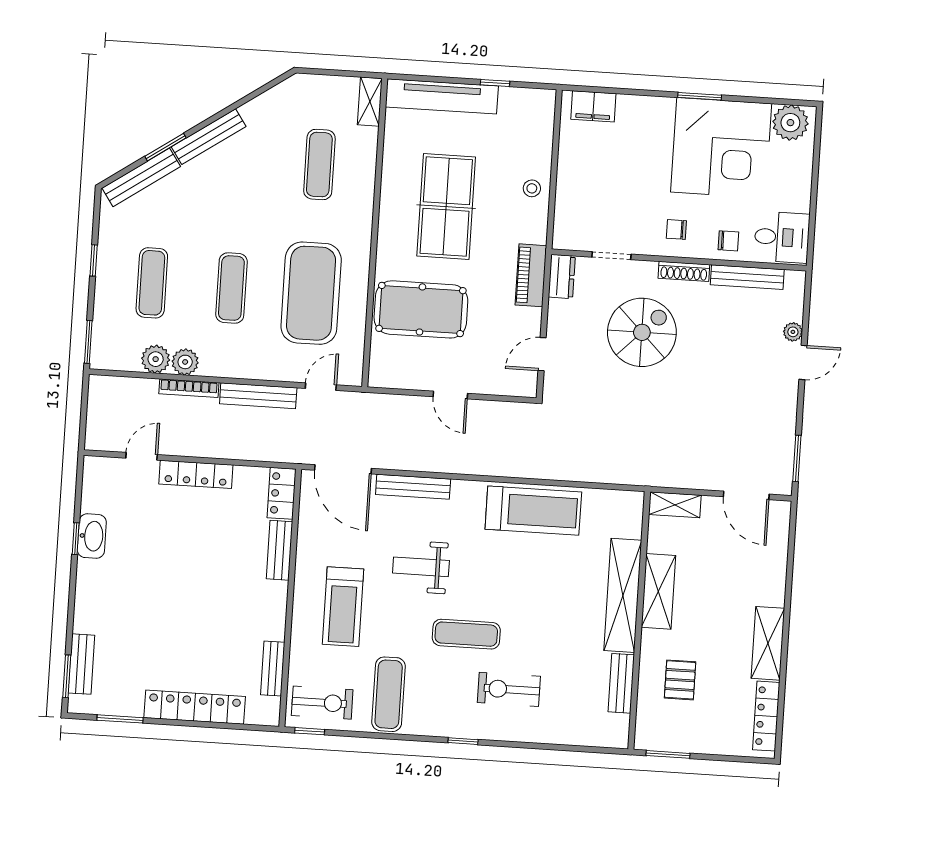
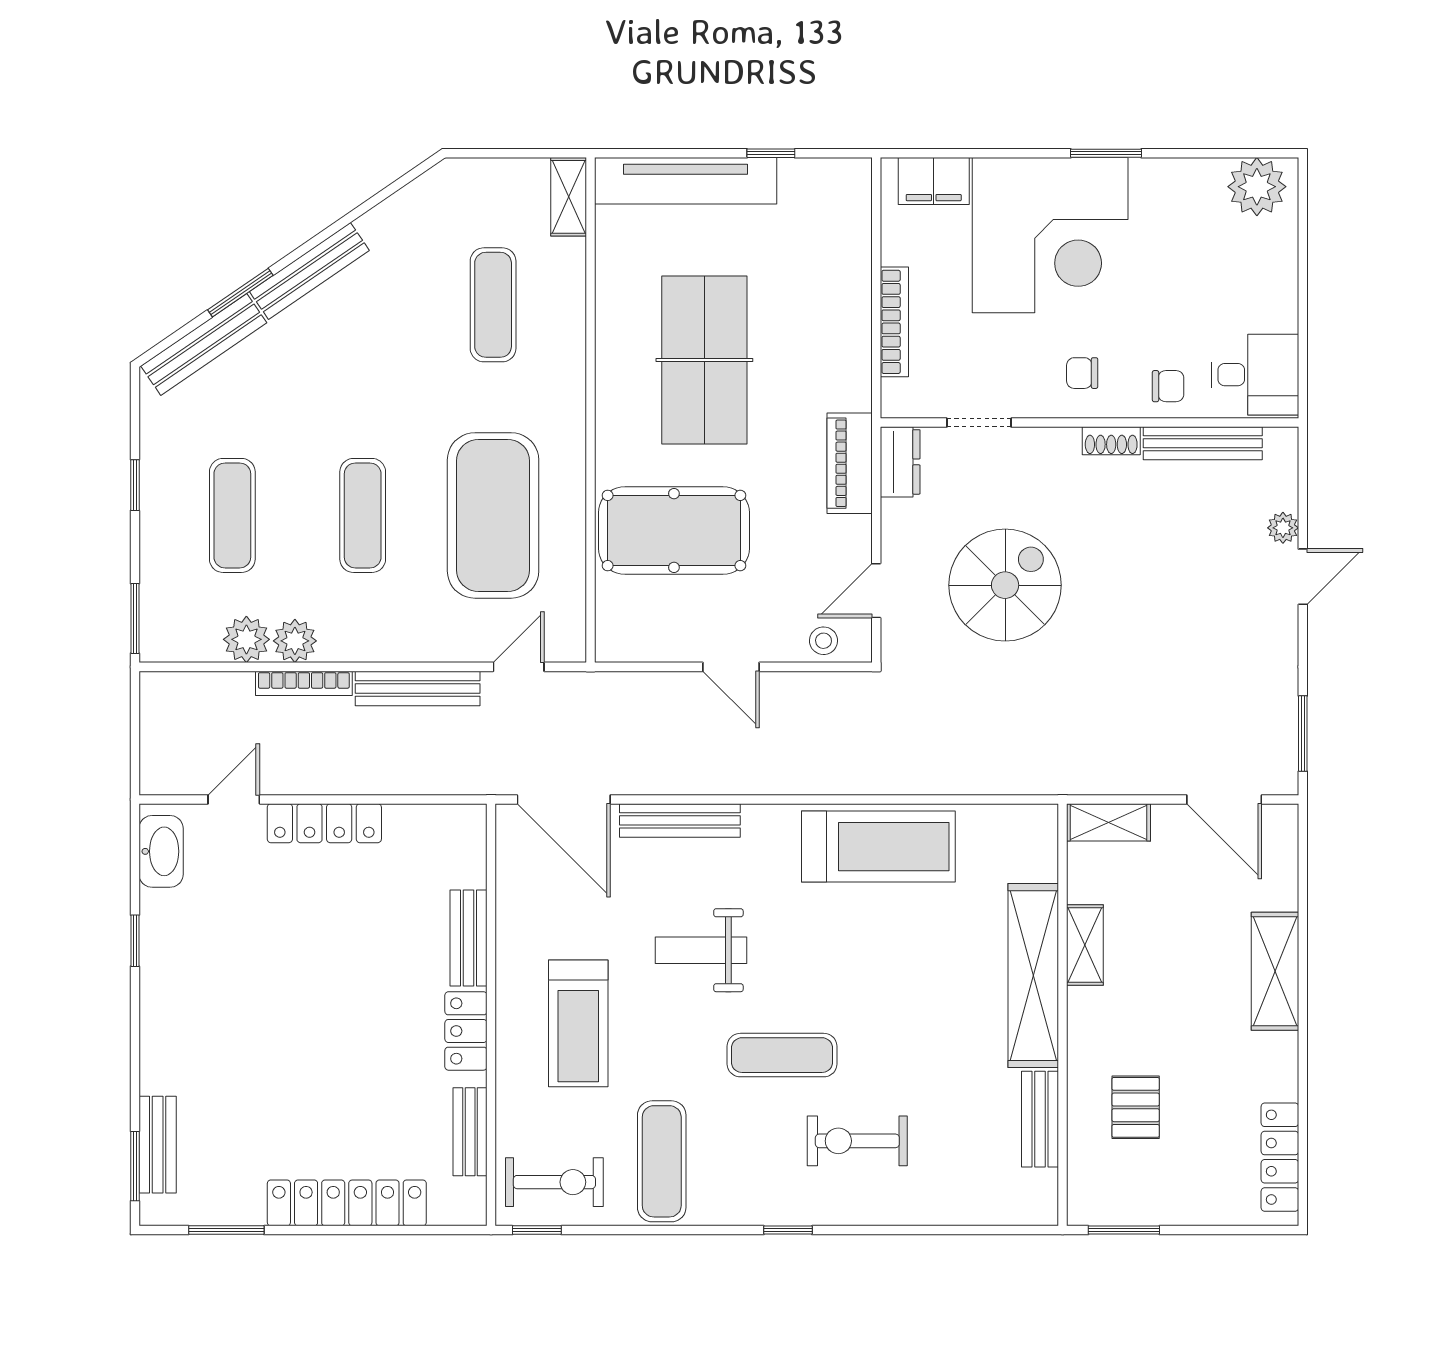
corner desk: (721, 148) -> (1050, 235), moved
stool: (532, 188) -> (824, 641), moved
bookcase: (564, 191) -> (894, 322), added
shoe rack: (684, 271) -> (1111, 441), width x0.70
spiral stairs: (642, 332) -> (1005, 585), moved
locker: (282, 493) -> (466, 1031), moved
washbasin: (92, 536) -> (161, 851), moved
shelving: (658, 591) -> (1085, 945), width x0.67, depth x0.75
shelving: (768, 643) -> (1275, 971), moved

